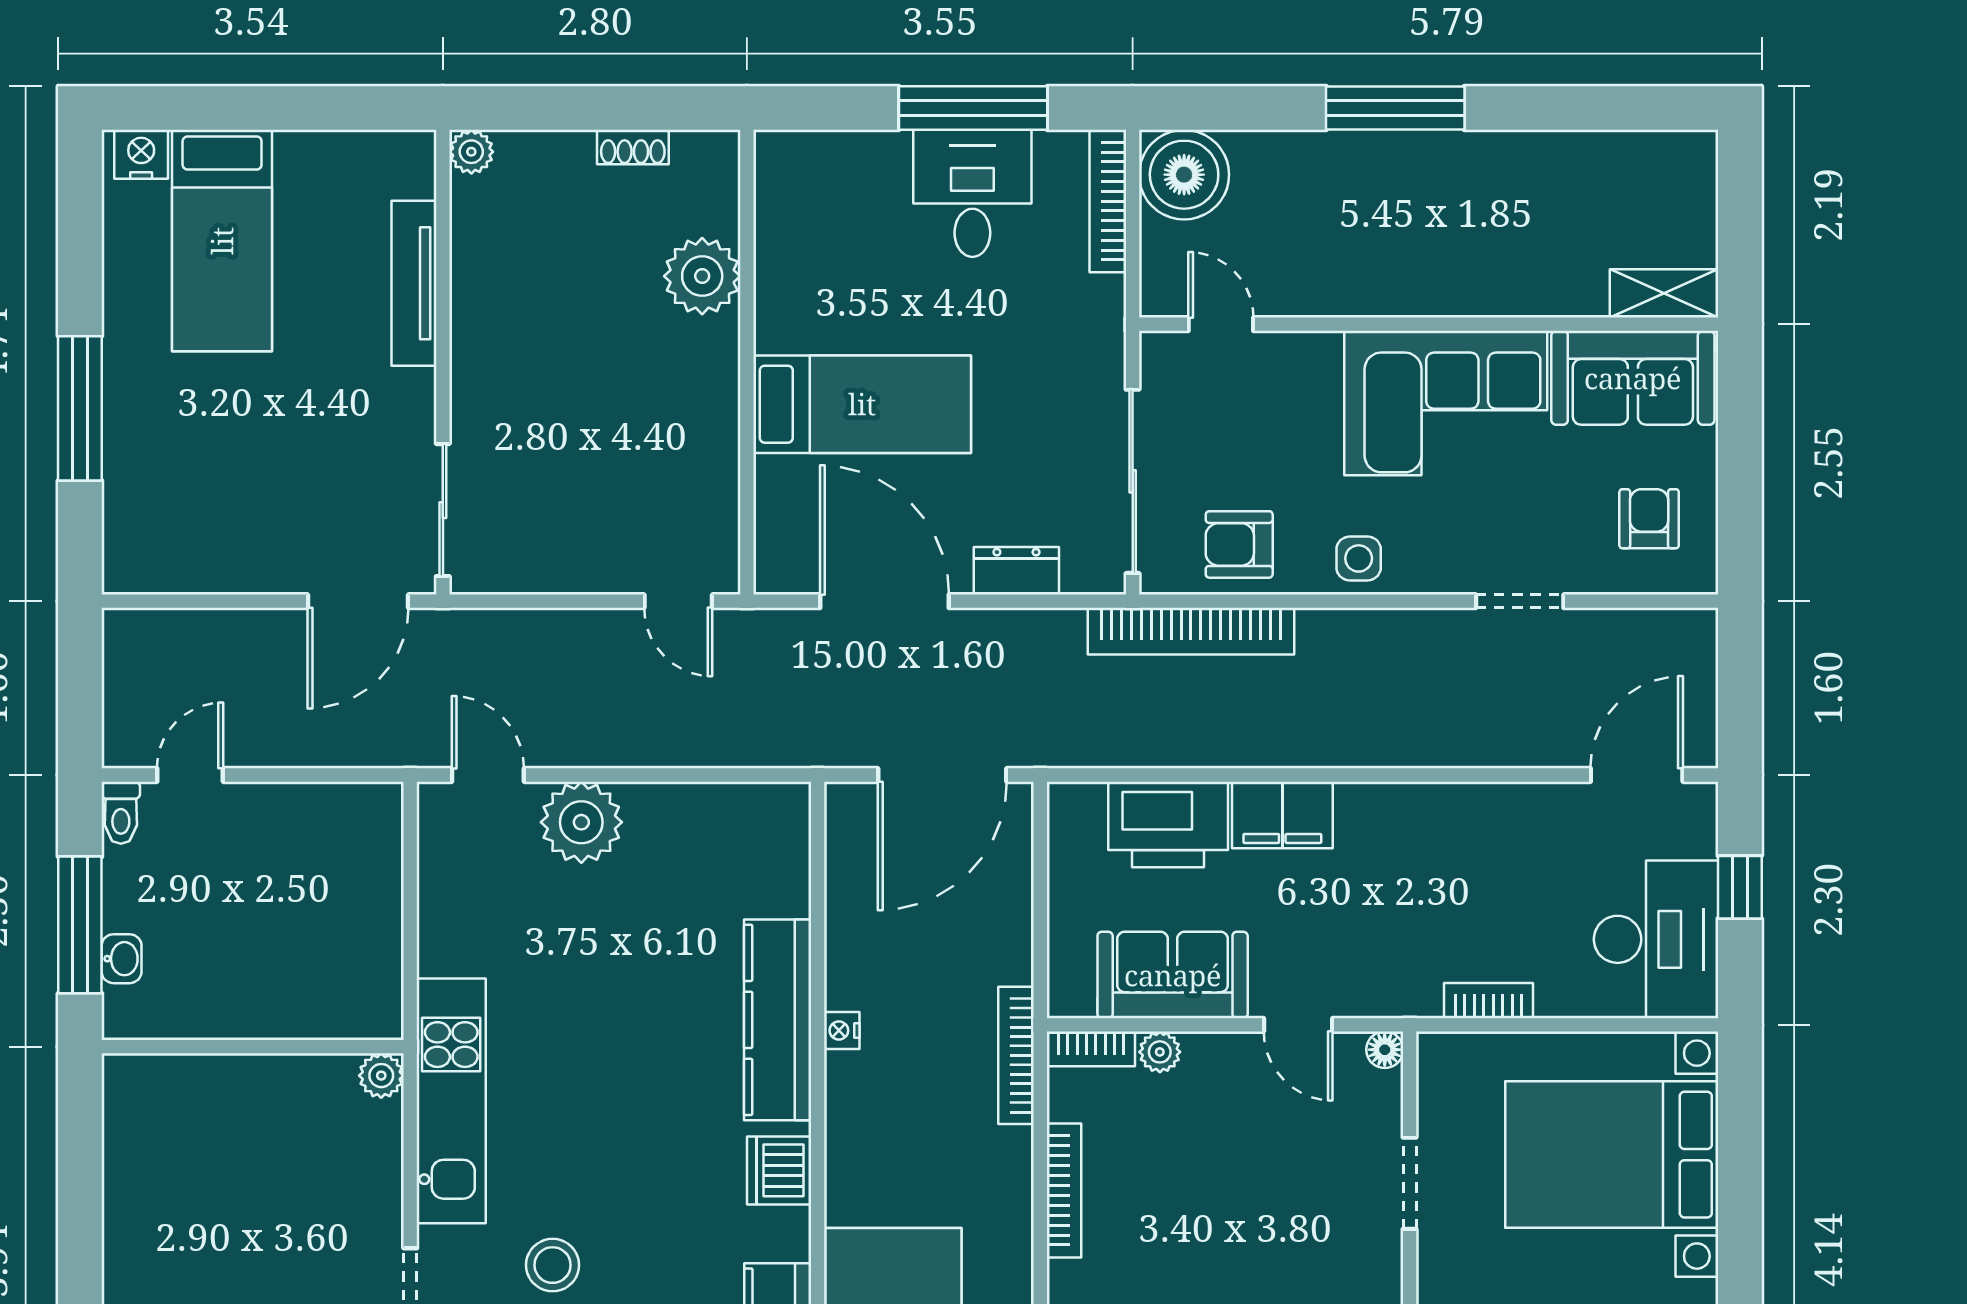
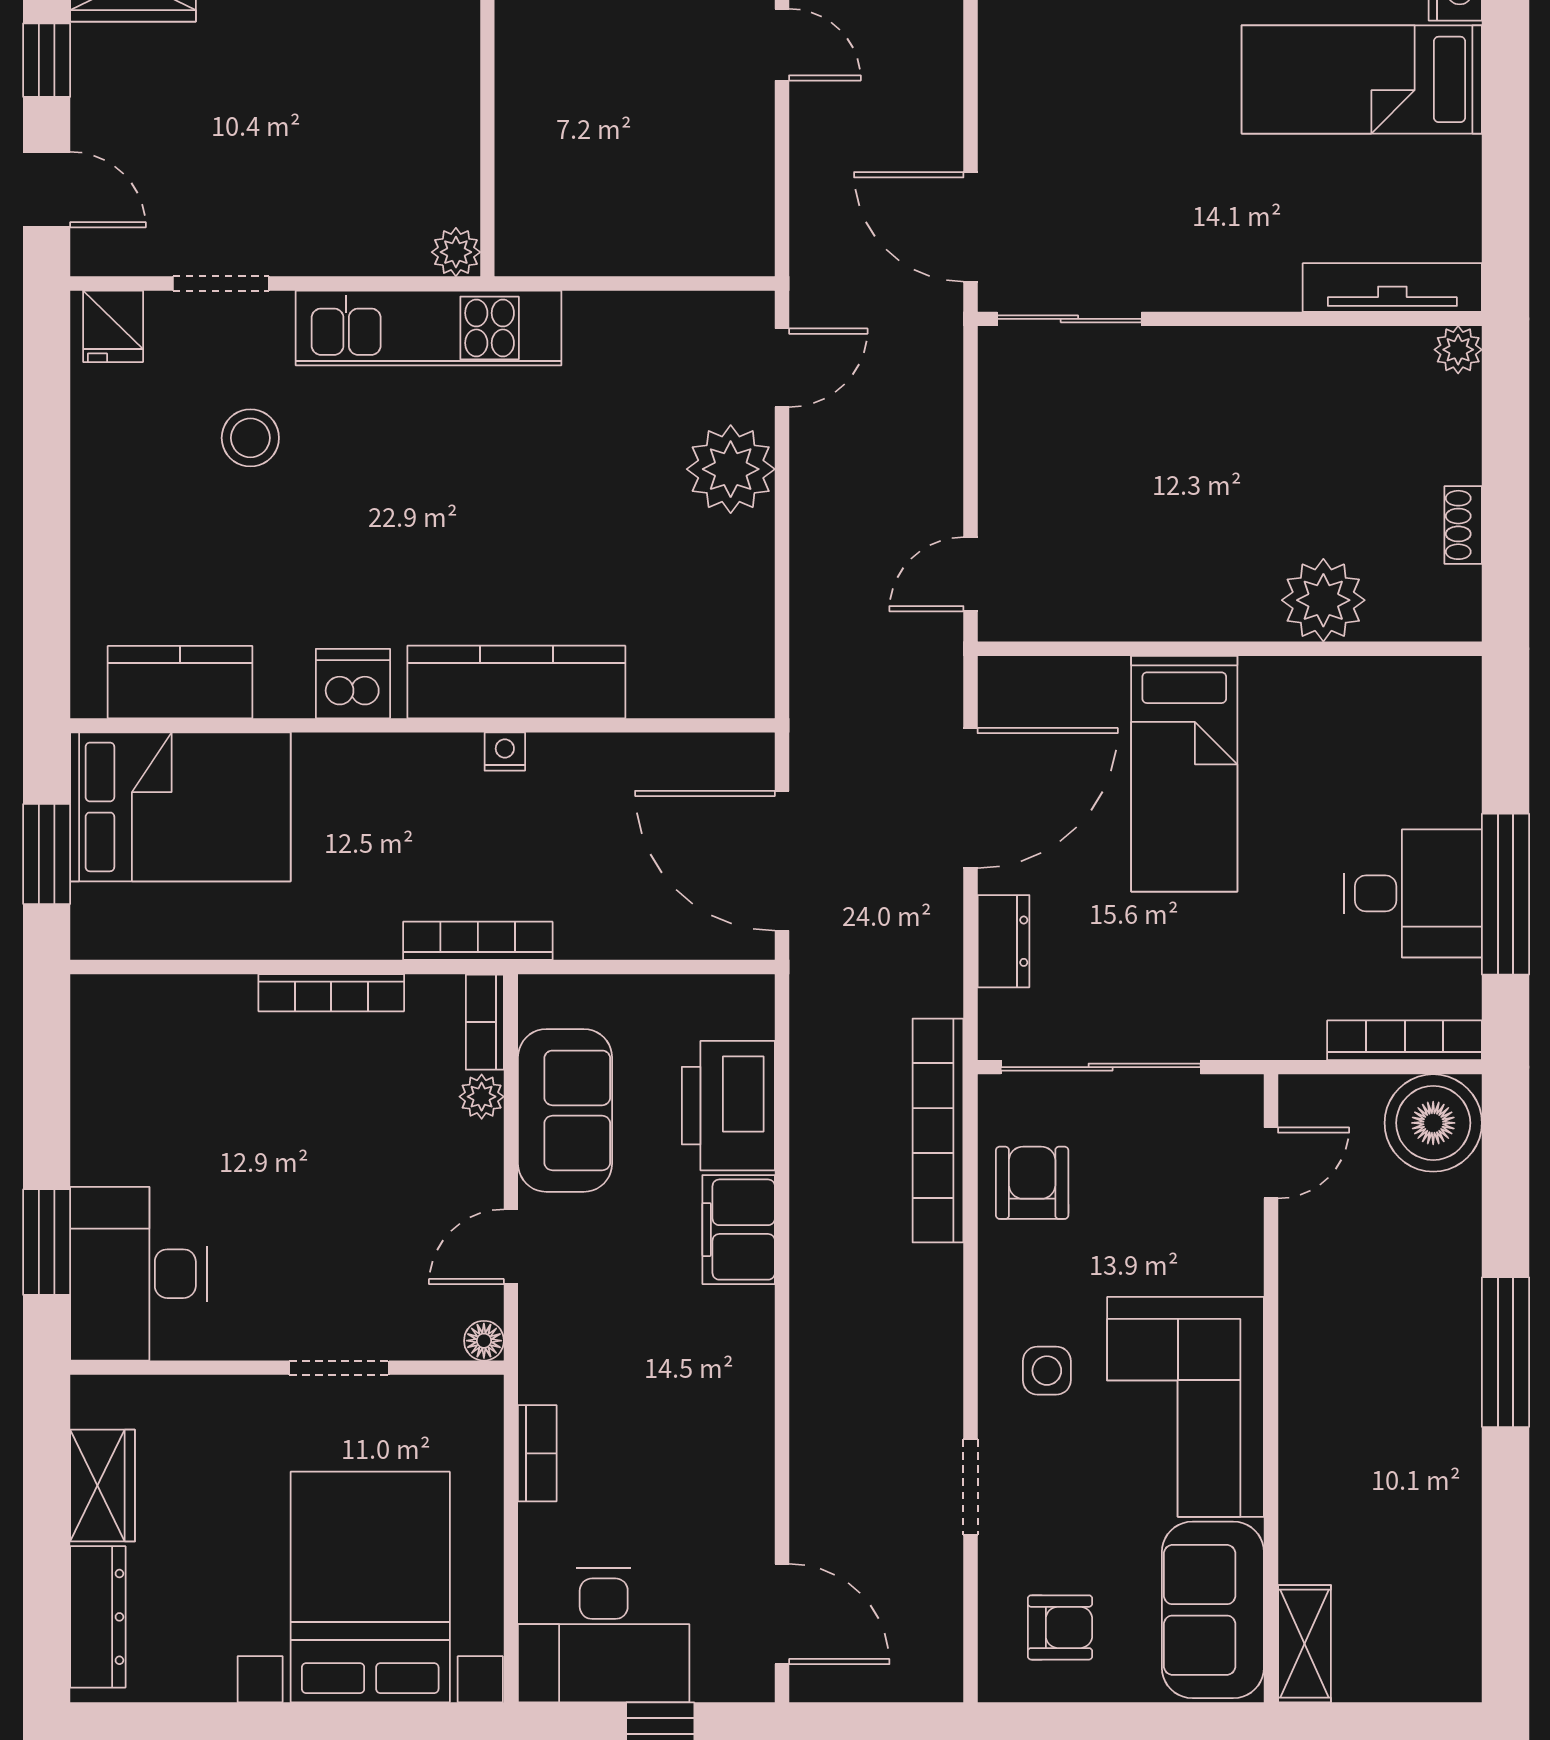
tv unit: (414, 283) -> (1392, 287), moved
side table: (1359, 558) -> (1047, 1371), moved

